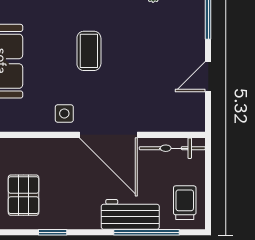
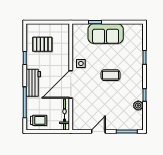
door: (208, 77) -> (98, 131), hinge flipped
workbench: (130, 214) -> (33, 83), moved

